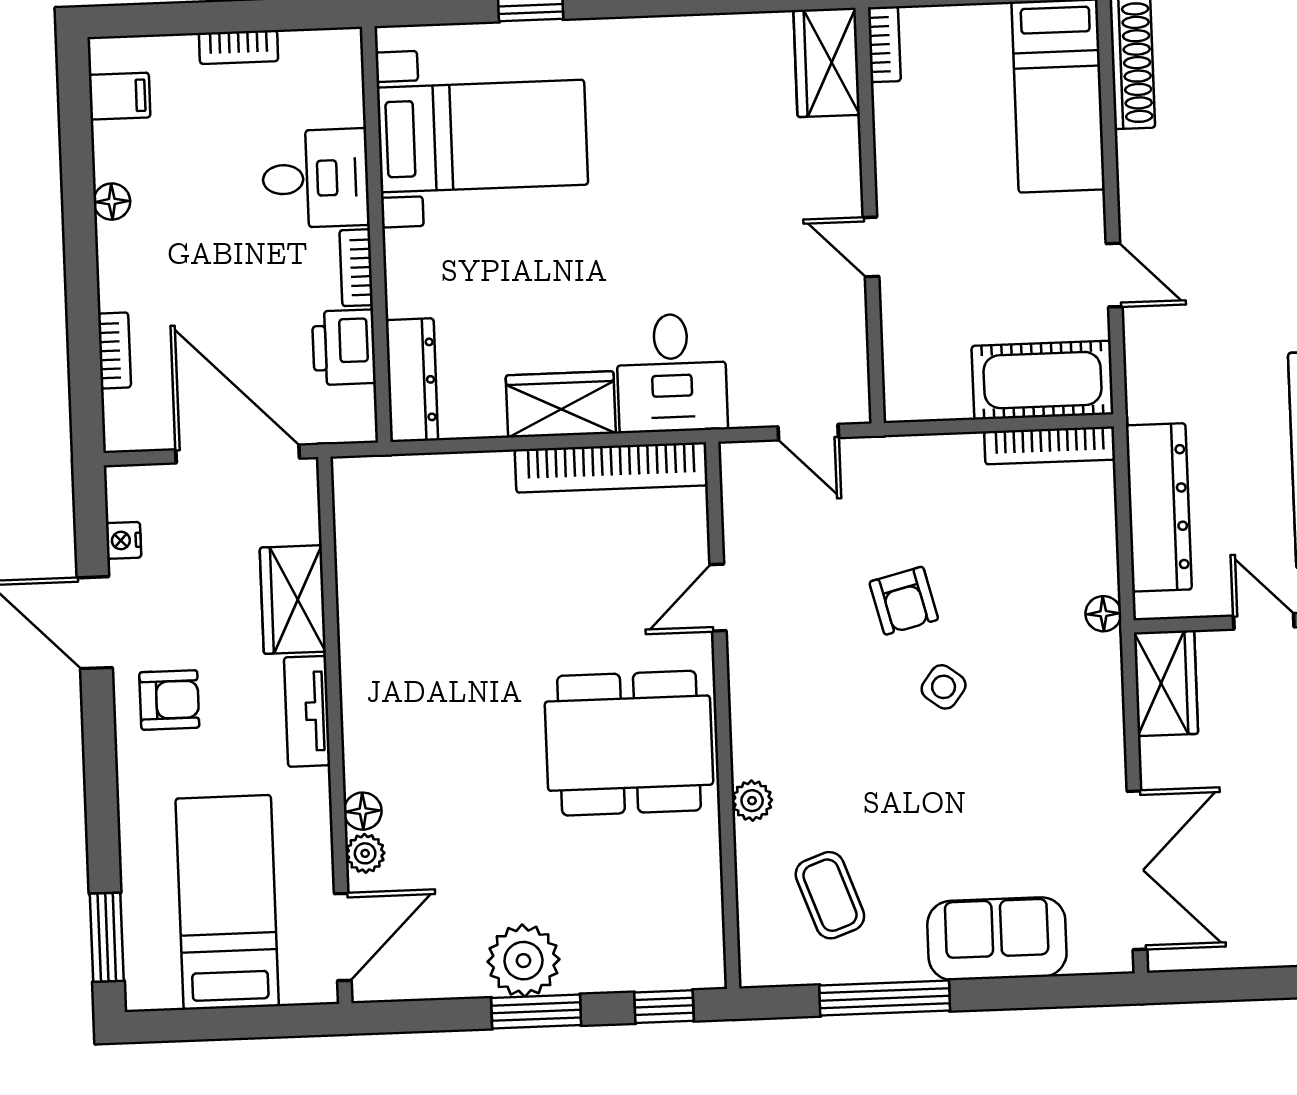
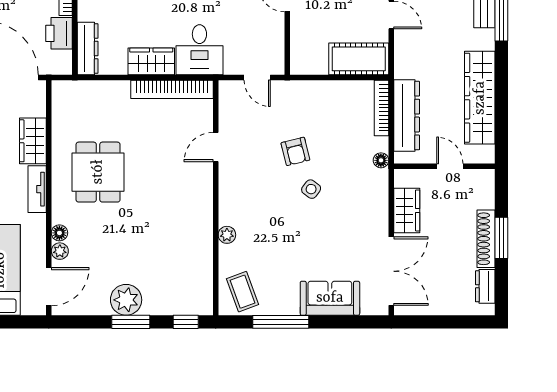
bookcase: (1050, 446) -> (381, 108), moved, turned 90
wardrobe: (1166, 683) -> (407, 210), moved
dining table: (629, 743) -> (98, 172), moved, width x0.73
coffee table: (830, 895) -> (243, 292), moved

